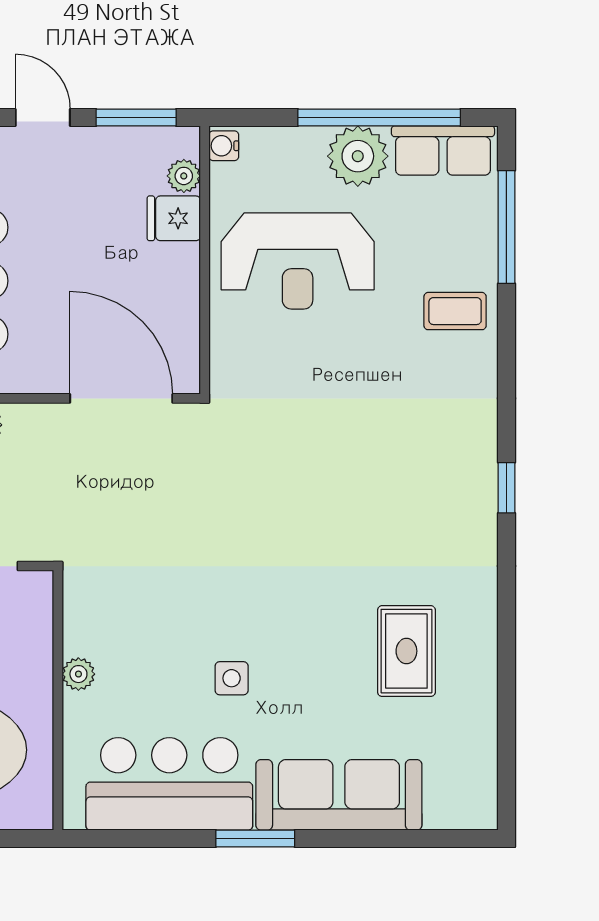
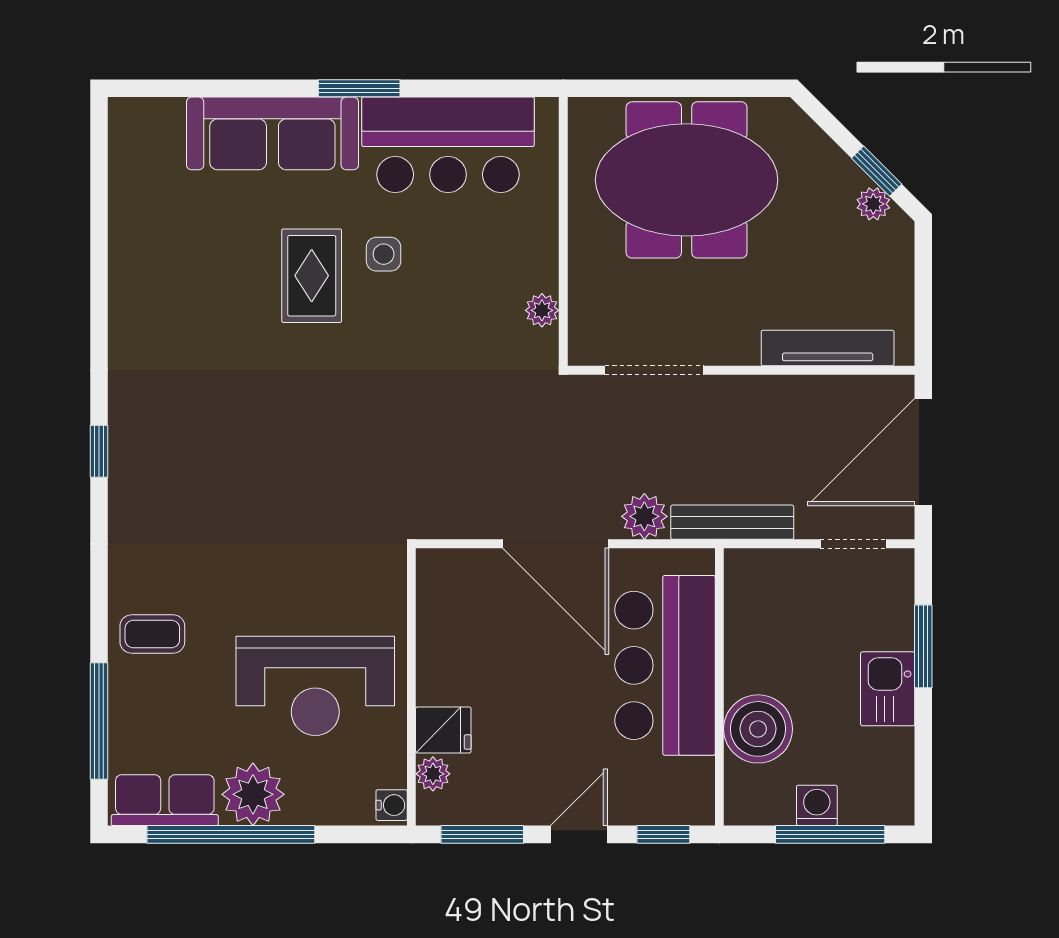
door: (43, 117) -> (579, 834), swing flipped
reception desk: (298, 261) -> (315, 686), turned 180
door: (121, 398) -> (556, 544), moved
rug: (406, 651) -> (312, 276), moved
plant: (78, 674) -> (542, 310), moved

